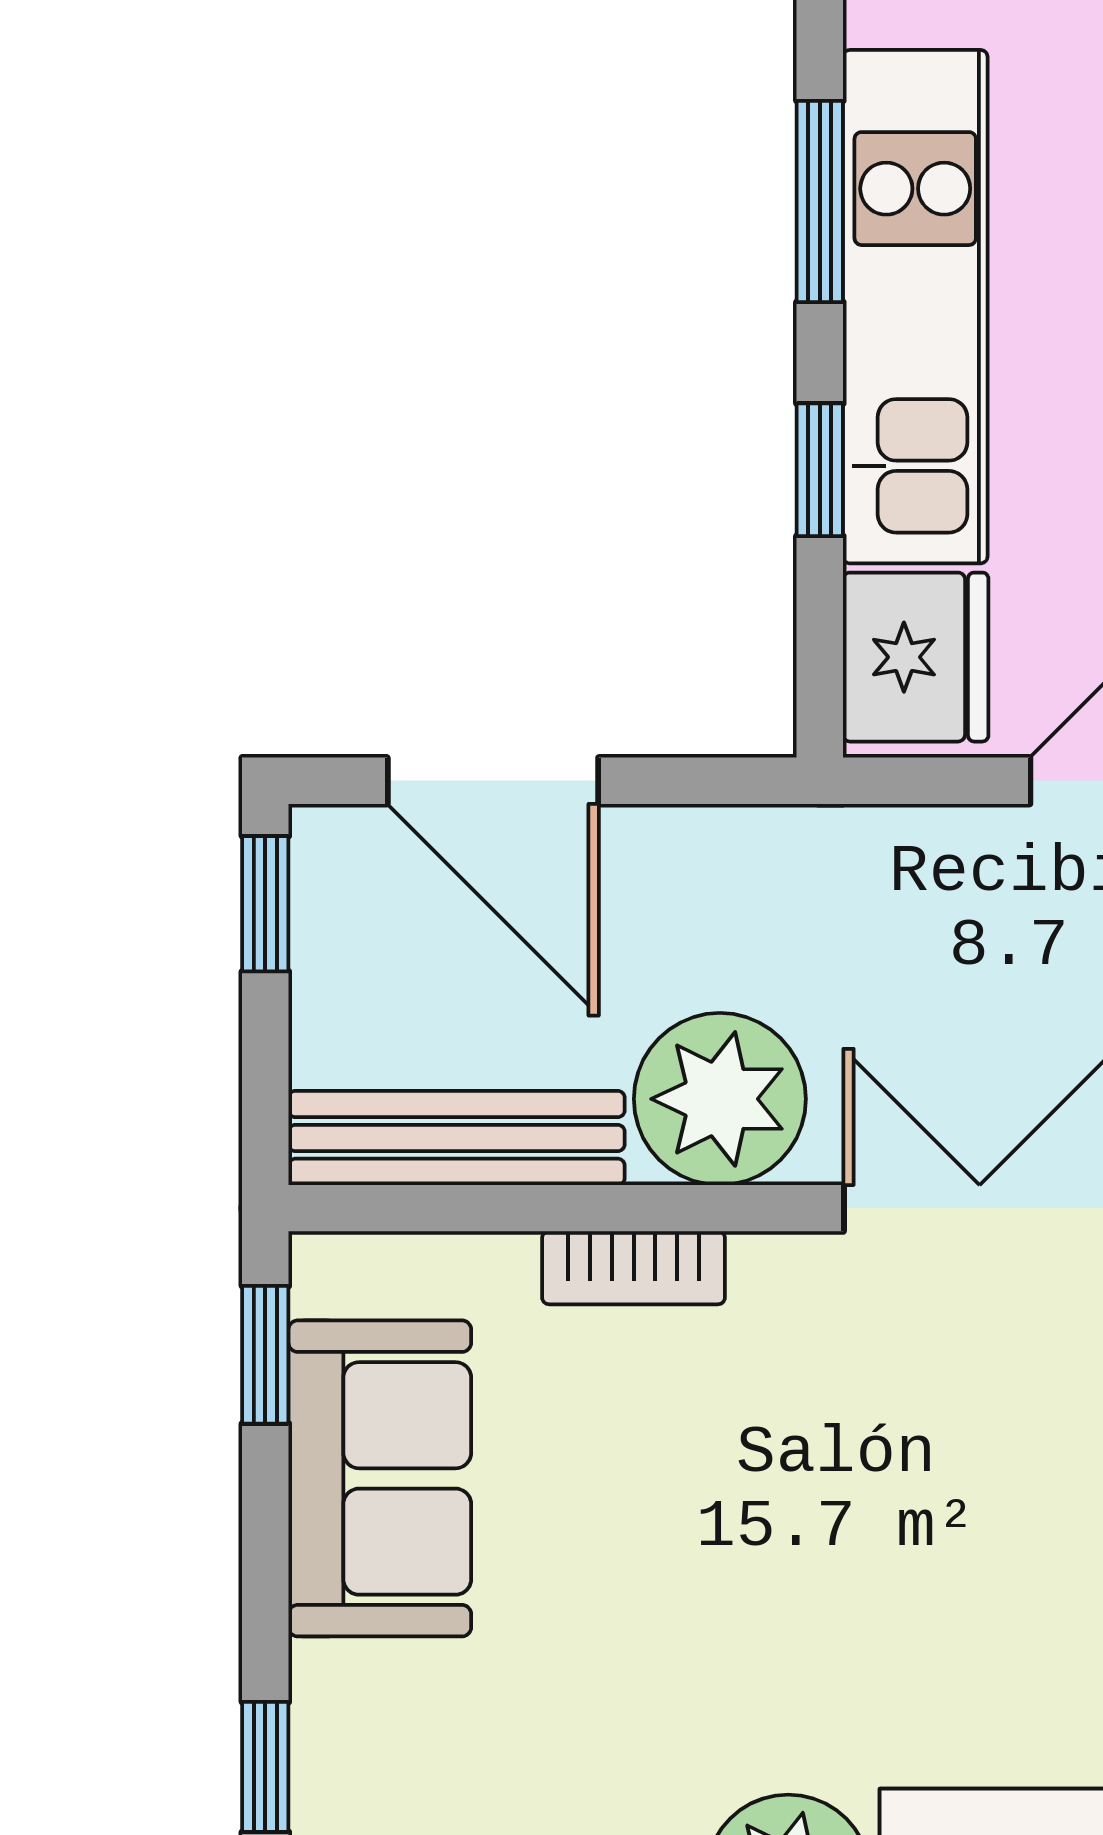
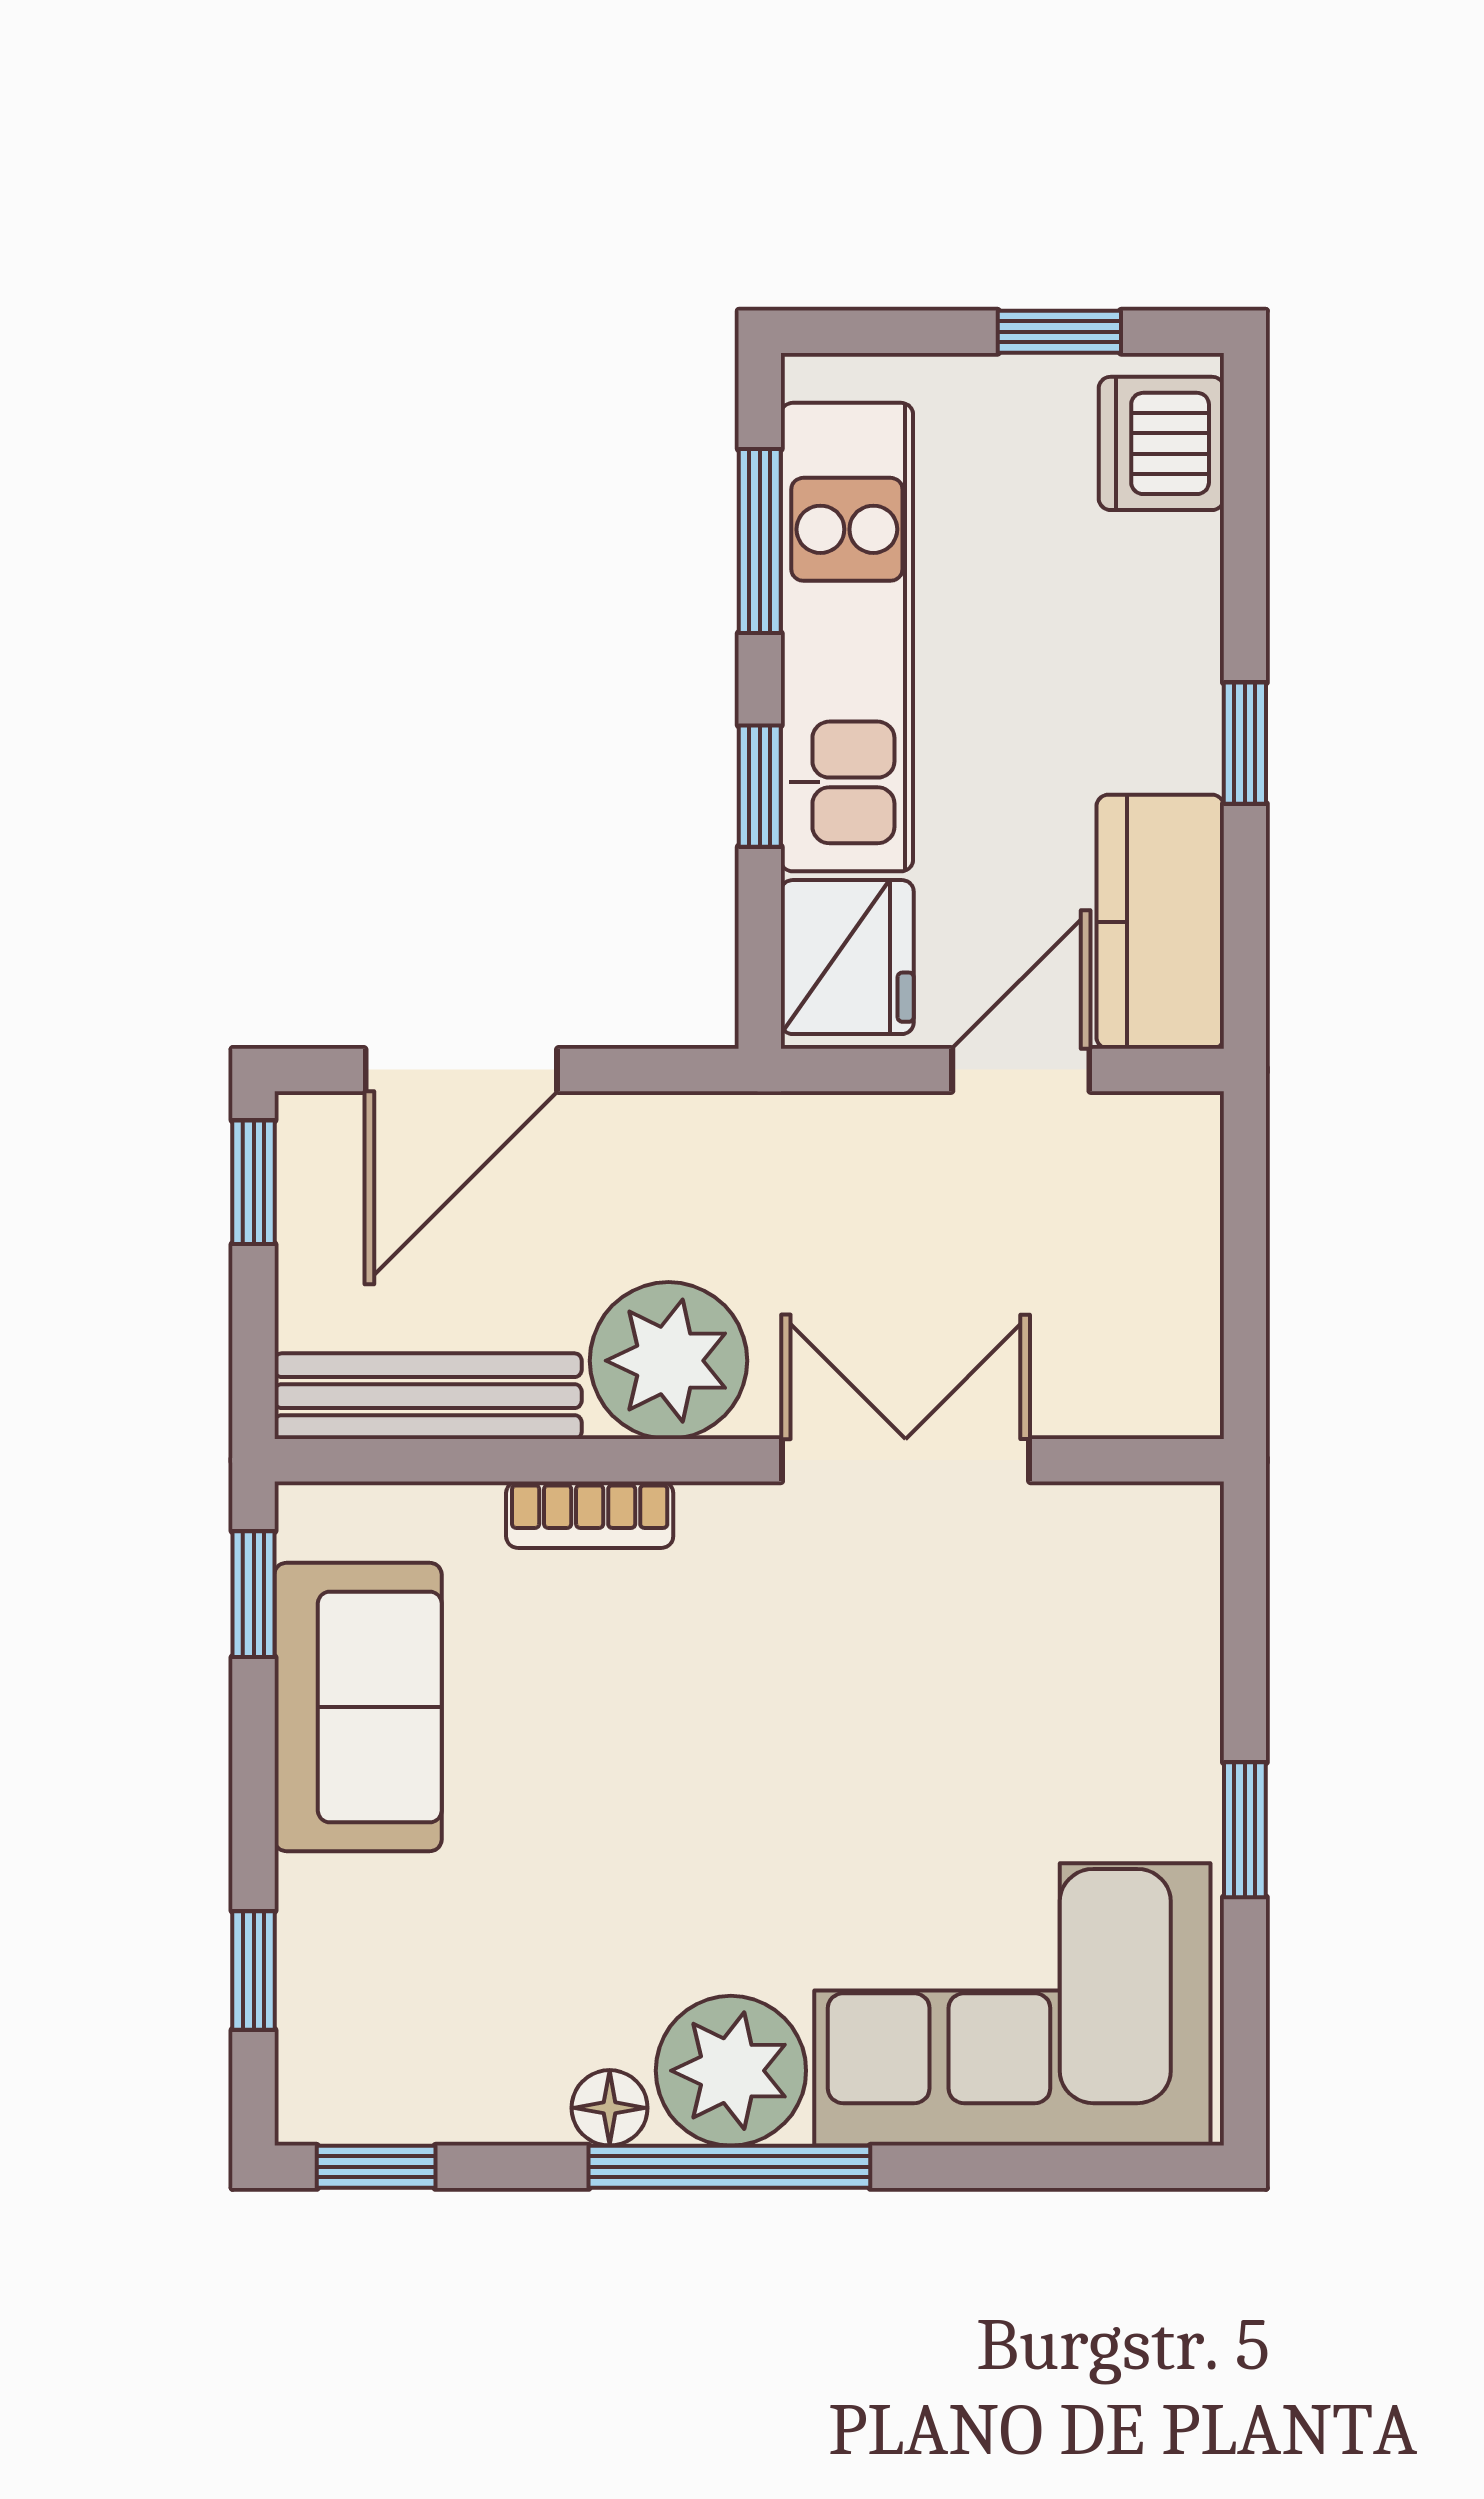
door: (493, 781) -> (461, 1070), hinge flipped

